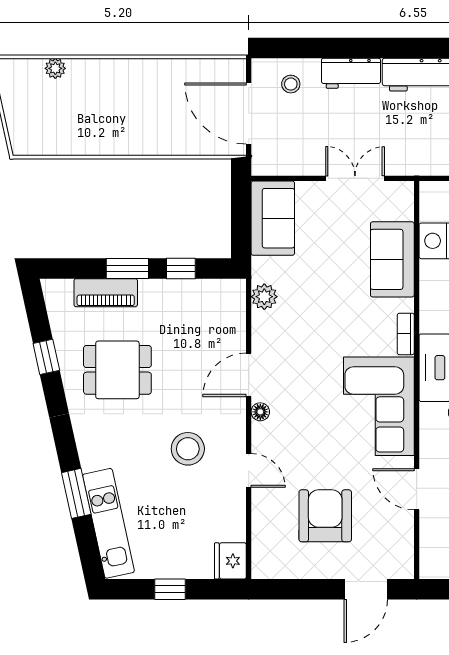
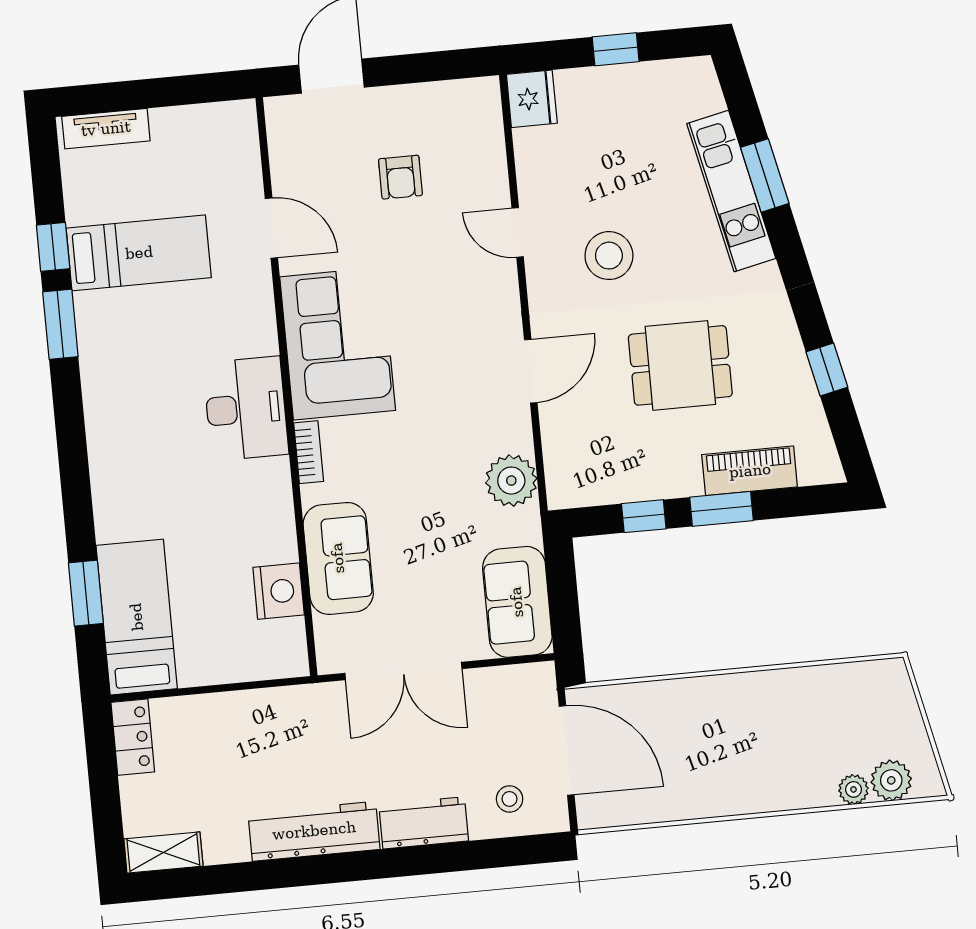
plant: (29, 72) -> (891, 780), added
double door: (355, 178) -> (403, 671), width x1.37
plant: (264, 297) -> (511, 481), width x1.36, depth x1.36
dining table: (117, 370) -> (680, 365), moved
floor lamp: (260, 412) -> (509, 319), removed
armchair: (325, 516) -> (400, 177), width x0.53, depth x0.53
kitchen unit: (108, 523) -> (731, 191), moved

